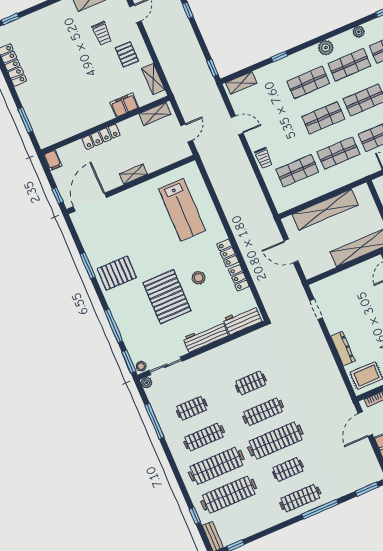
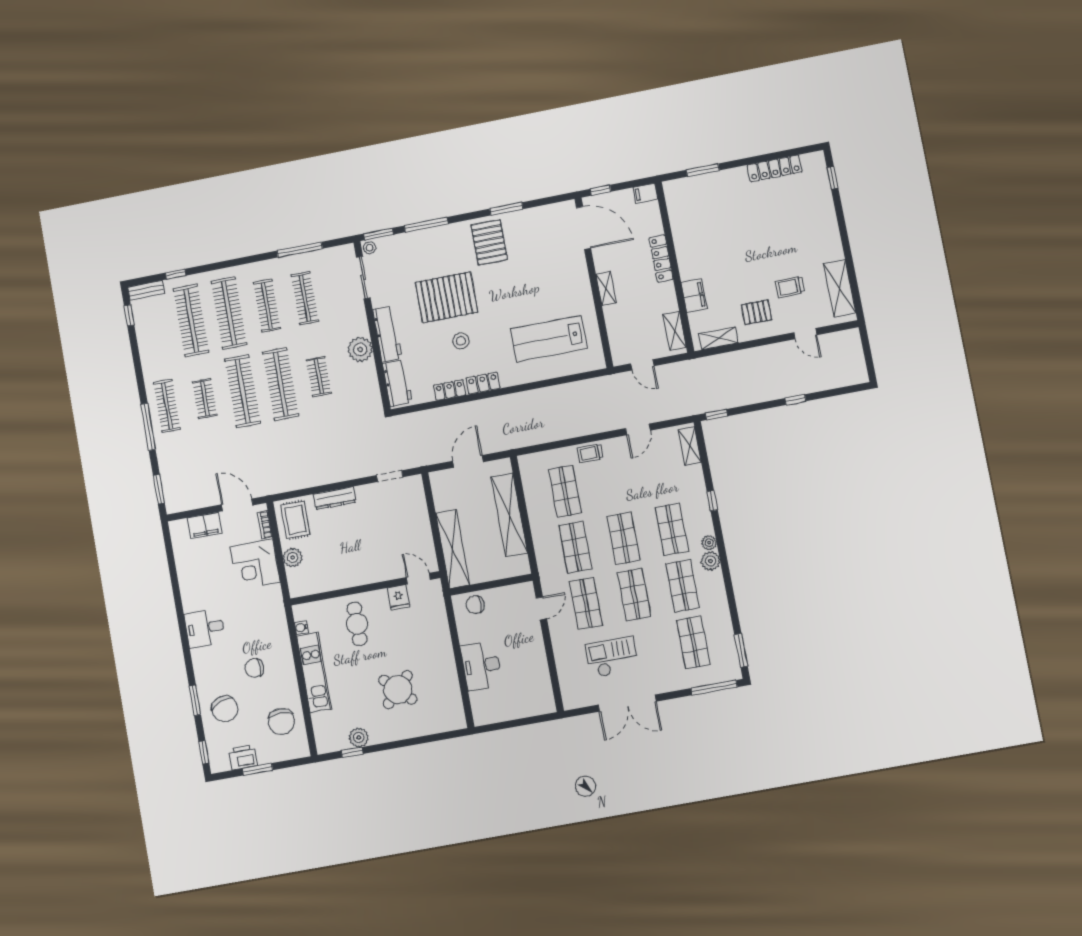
plant: (359, 32) -> (709, 543), moved
plant: (147, 383) -> (360, 349), moved, width x1.88, depth x1.88
clothes rail: (192, 408) -> (305, 298), width x1.36
clothes rail: (263, 412) -> (281, 384), width x1.37, depth x1.31

